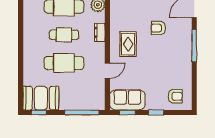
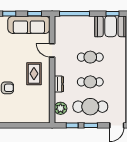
cafe table: (64, 63) -> (90, 57), width x0.73, depth x0.74
door: (107, 71) -> (52, 50), hinge flipped
sofa: (127, 100) -> (29, 25), width x1.36

